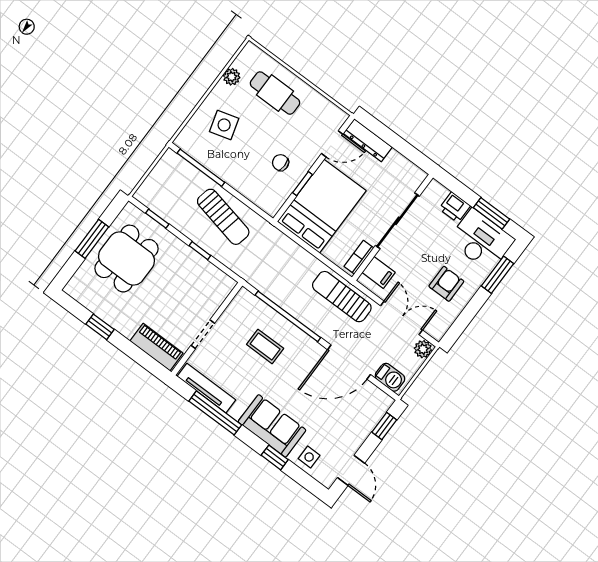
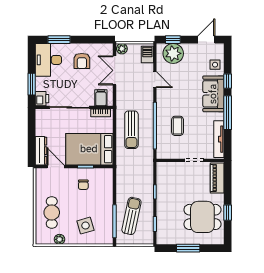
printer: (455, 207) -> (42, 99), moved
window: (491, 213) -> (32, 84), moved
sun lounger: (223, 217) -> (131, 216), moved
dining table: (126, 259) -> (202, 217), moved
armchair: (446, 284) -> (82, 61), turned -90
sun lounger: (342, 297) -> (131, 130), moved
door: (349, 362) -> (155, 80), width x0.53
window: (215, 413) -> (228, 113), moved
plant: (366, 413) -> (173, 53), added

